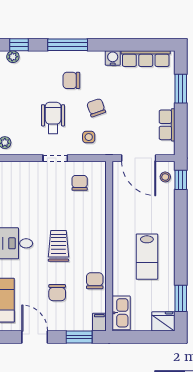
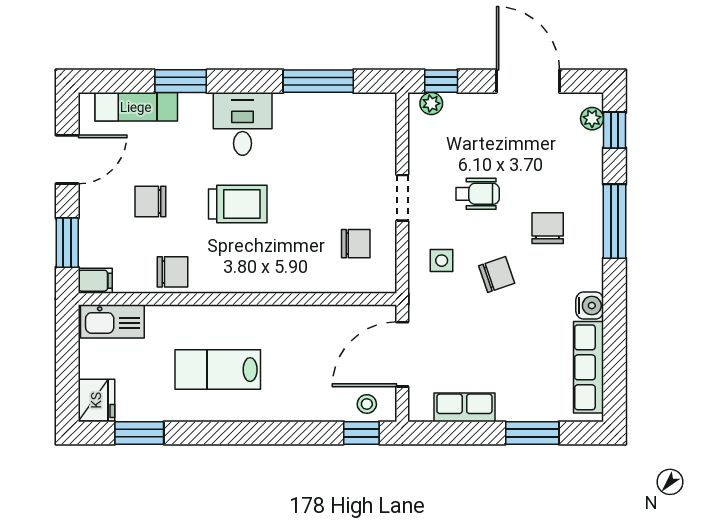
wheelchair: (53, 118) -> (478, 194), width x0.73, depth x0.73

